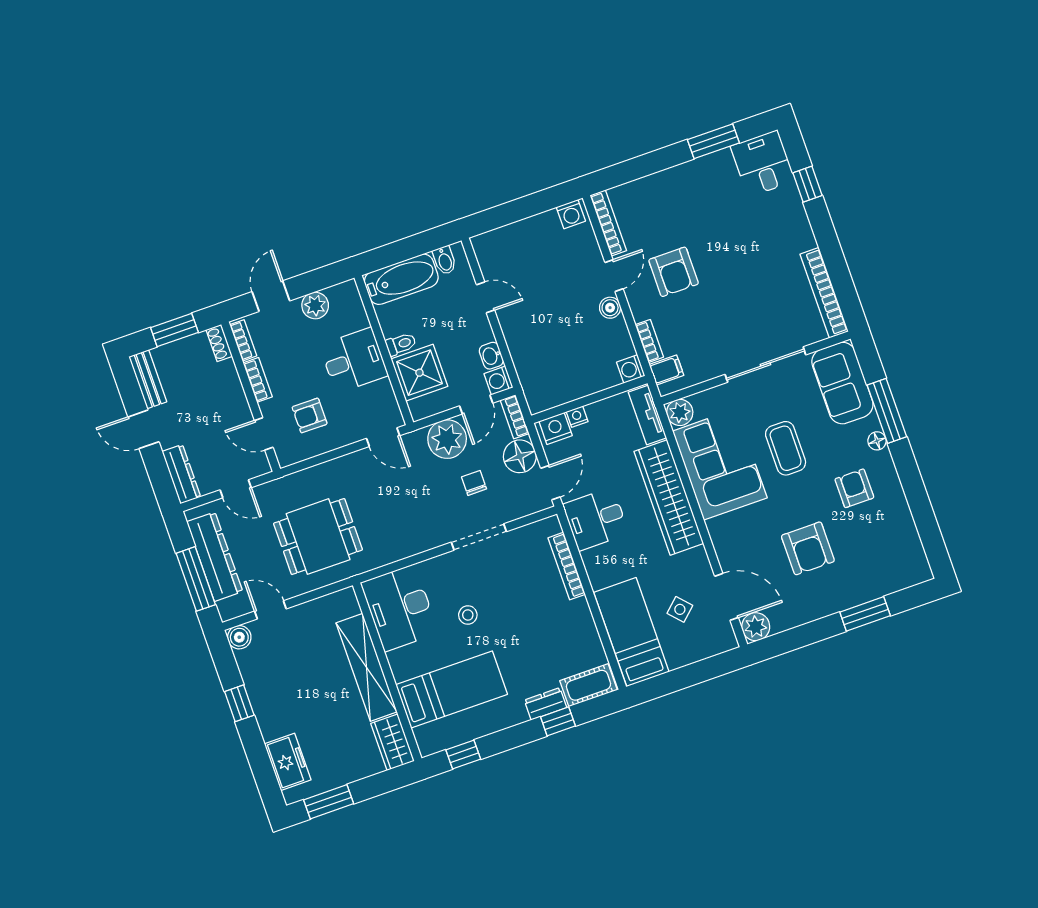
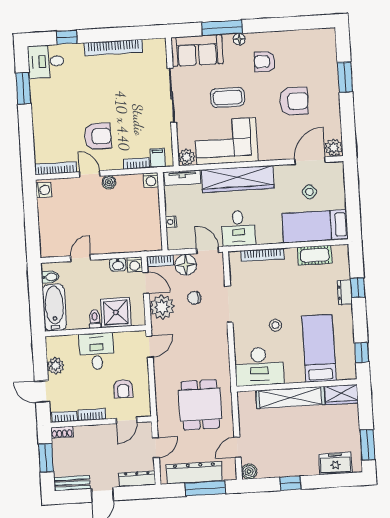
bookcase: (824, 293) -> (113, 47), moved
nightstand: (556, 428) -> (175, 237), removed
cot: (588, 685) -> (315, 255), moved, turned 90

